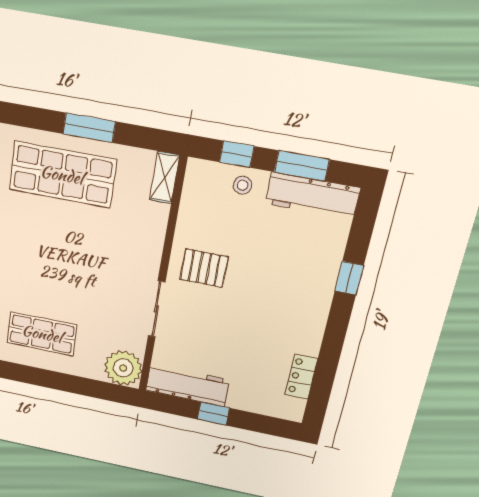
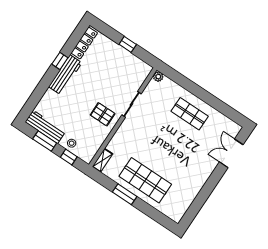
window: (349, 278) -> (60, 61), moved
plant: (123, 368) -> (158, 77), width x0.53, depth x0.53
locker: (301, 376) -> (84, 43), width x1.53
workbench: (187, 385) -> (65, 75), moved, turned -90

